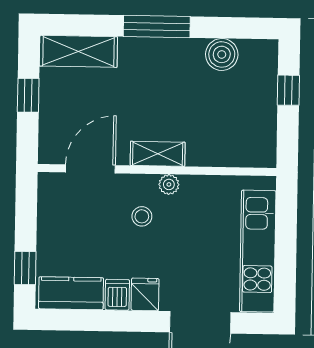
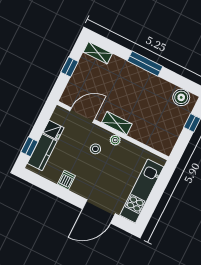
shelving: (78, 51) -> (98, 53), width x0.67, depth x0.75
boiler: (222, 54) -> (181, 97), moved
kitchen counter: (71, 293) -> (42, 152), moved, turned 90
fridge: (145, 294) -> (53, 130), moved, turned 90

